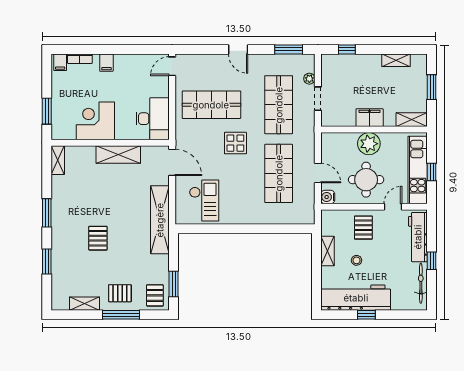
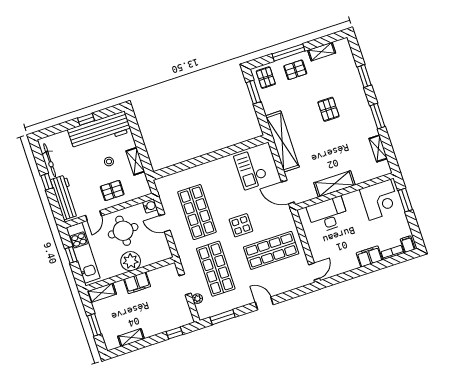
filing cabinet: (106, 63) -> (369, 256), width x2.00
desk: (153, 119) -> (328, 215), moved, turned 90
corner desk: (95, 121) -> (380, 200), moved
shelving: (58, 160) -> (378, 148), moved
pallet: (363, 228) -> (112, 190), turned 90

